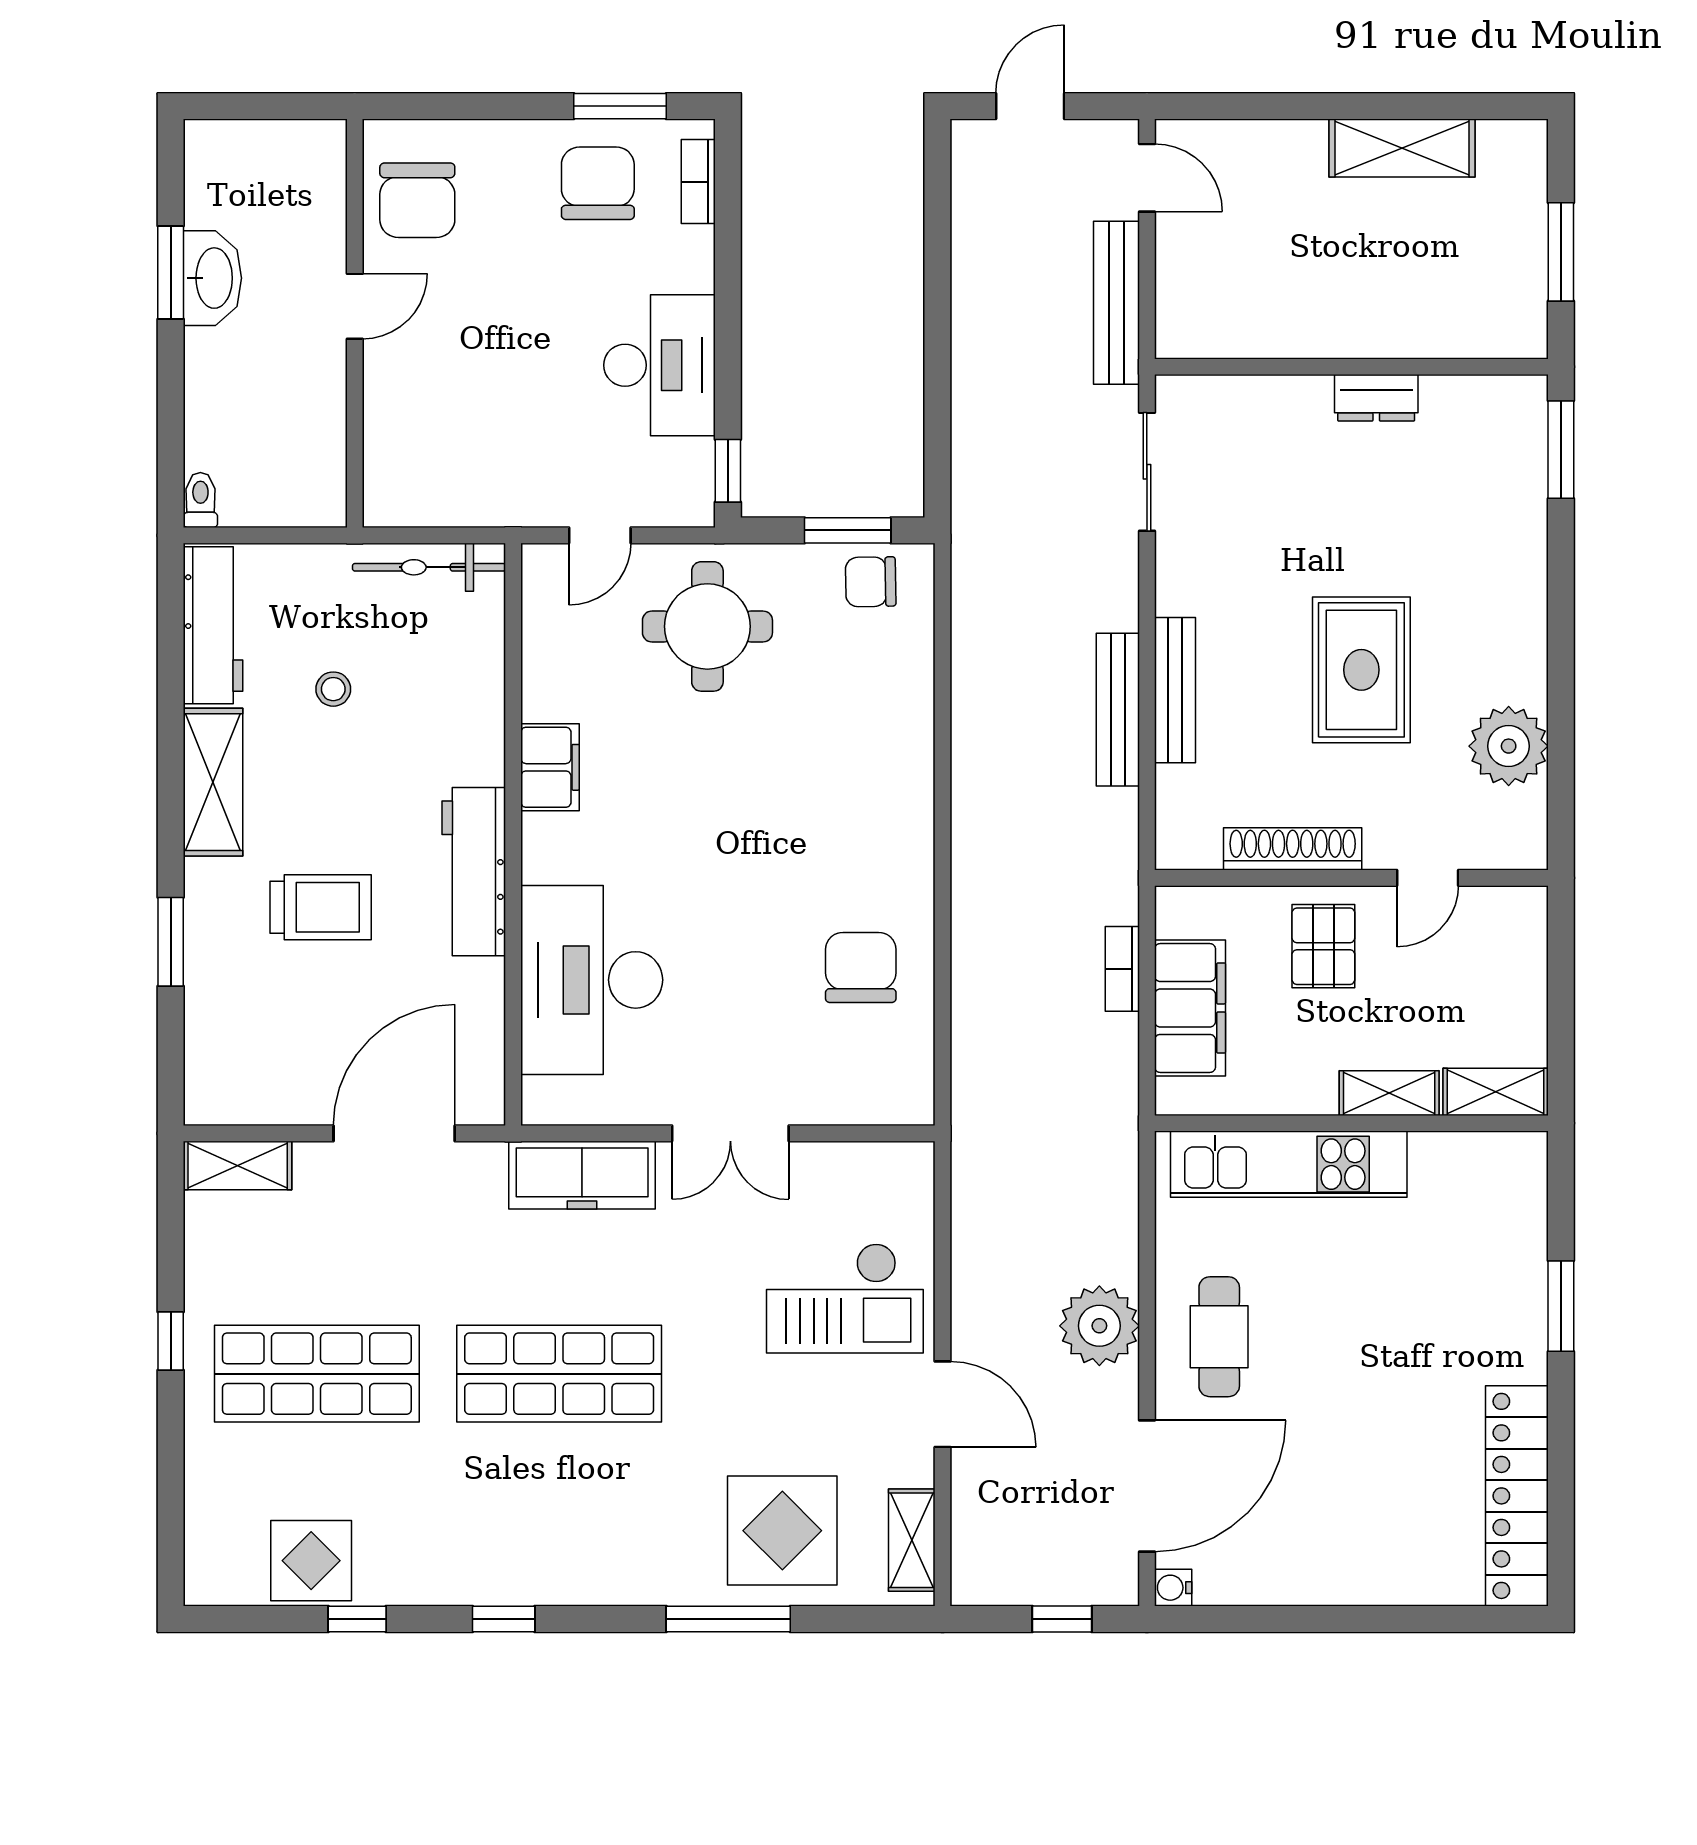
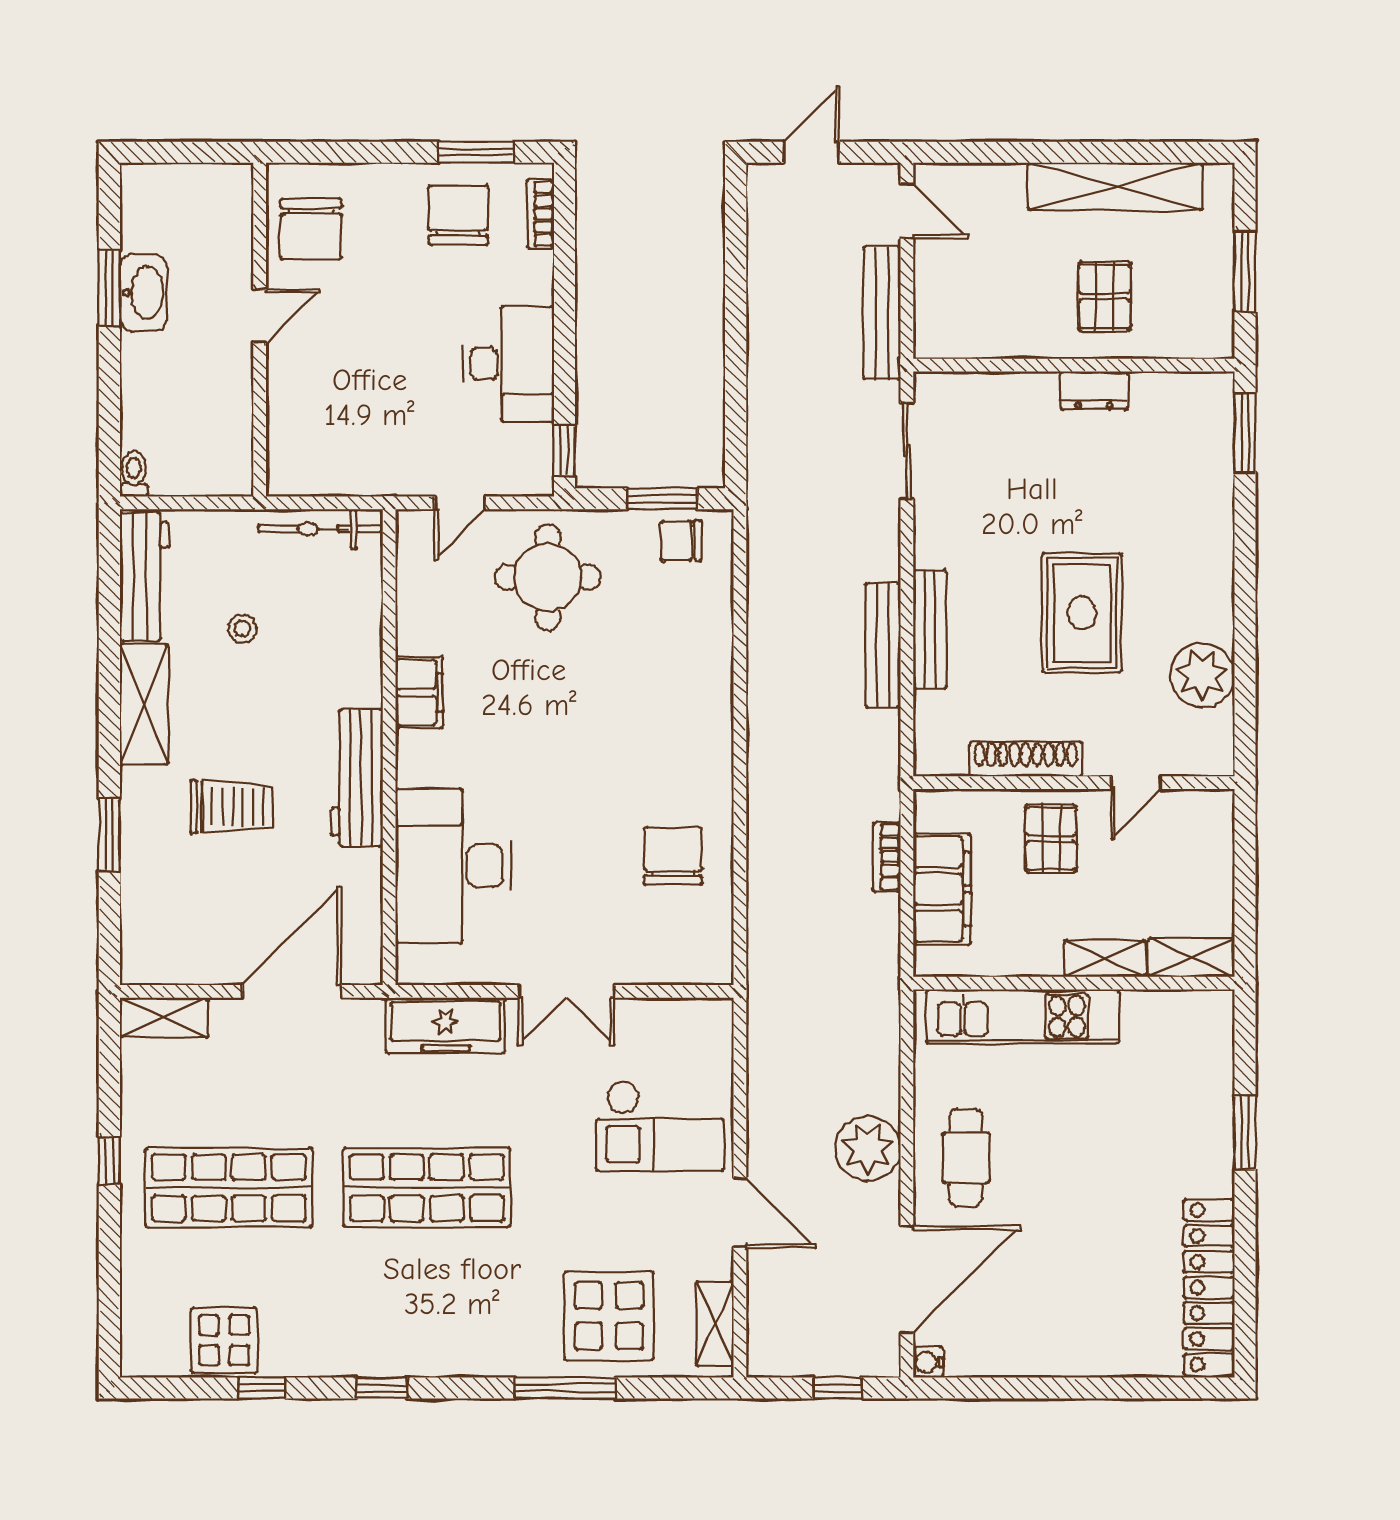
shelving: (1402, 148) -> (1115, 186), width x1.47
pallet: (1389, 283) -> (1105, 297), added

